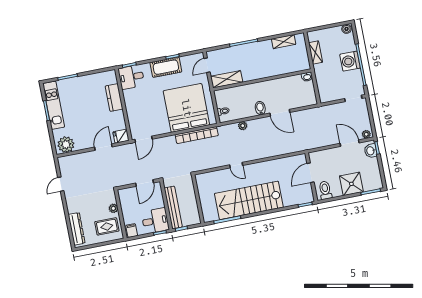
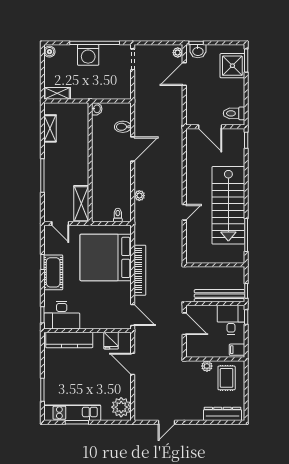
shelving: (315, 53) -> (57, 93), moved
desk: (131, 77) -> (62, 315), width x1.37
kitchen counter: (114, 98) -> (69, 340), width x1.50
bidet: (260, 108) -> (123, 127), moved
bookcase: (197, 135) -> (140, 270), moved
fridge: (121, 136) -> (111, 341), moved
door: (61, 184) -> (166, 422), hinge flipped
shower: (351, 184) -> (232, 66), moved

